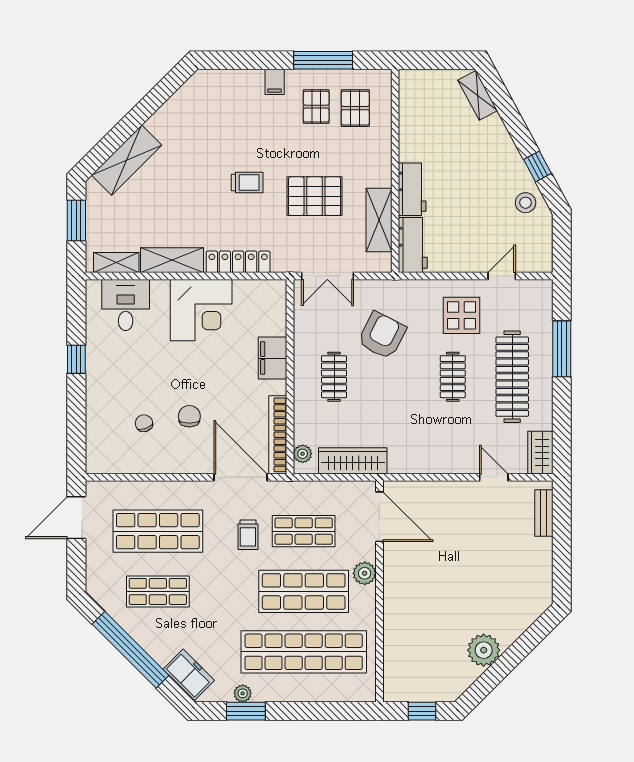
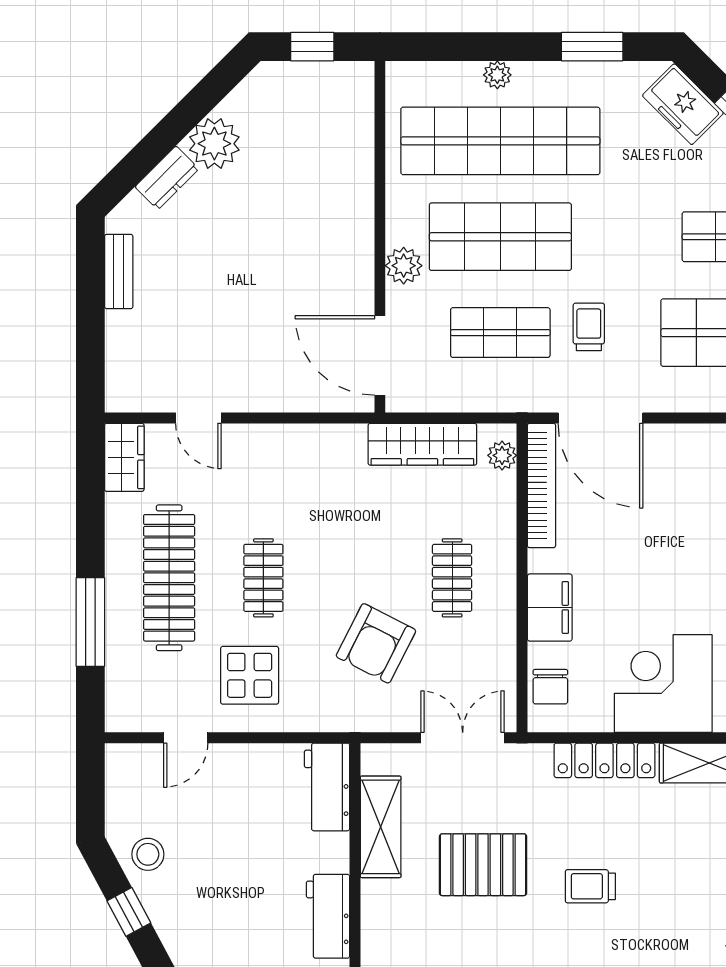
workbench: (412, 189) -> (328, 916), moved
chair: (189, 416) -> (550, 687), moved
bench: (544, 513) -> (119, 271), moved
dresser: (514, 629) -> (167, 178), added
plant: (243, 693) -> (497, 75), moved

